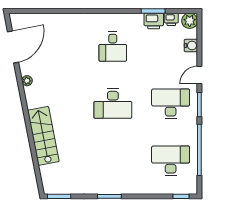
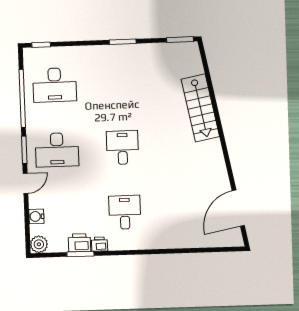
printer: (171, 19) -> (100, 244), moved
plant: (27, 81) -> (221, 170), removed
desk: (113, 104) -> (122, 148), width x0.73

